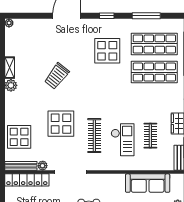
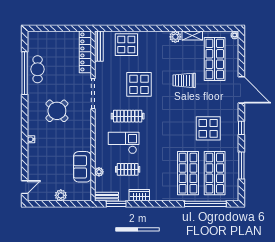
shop shelf: (34, 44) -> (215, 59), added
trolley: (57, 76) -> (184, 80), turned -38
checkout: (123, 140) -> (124, 143), turned 180
plant: (43, 166) -> (99, 172), moved
sofa: (148, 183) -> (82, 167), width x0.73

